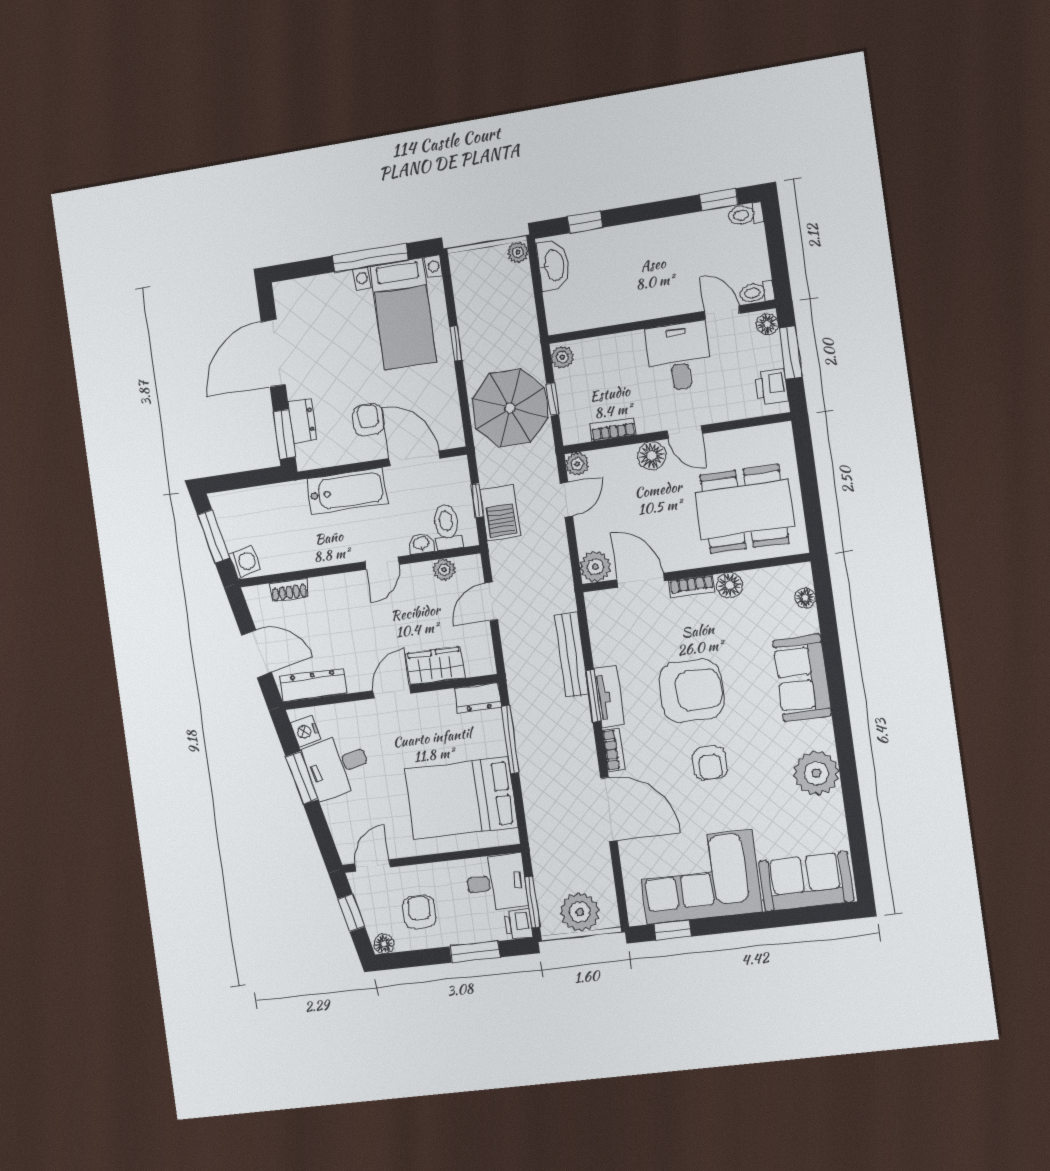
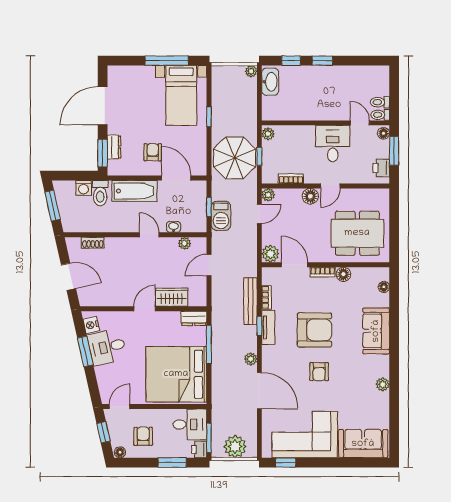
window: (719, 200) -> (322, 61), moved
toilet: (746, 214) -> (380, 102), moved
door: (685, 432) -> (330, 186), hinge flipped
toilet: (447, 527) -> (100, 193), moved, turned 180
washing machine: (245, 562) -> (84, 188), moved, turned 103
door: (382, 563) -> (149, 235), swing flipped
dresser: (313, 685) -> (100, 299), removed
window: (593, 696) -> (259, 326), width x0.67
bookcase: (613, 750) -> (266, 297), moved
plant: (586, 756) -> (251, 359), added
plant: (816, 773) -> (383, 384), width x0.53, depth x0.53
bed: (461, 798) -> (176, 374), width x1.36

